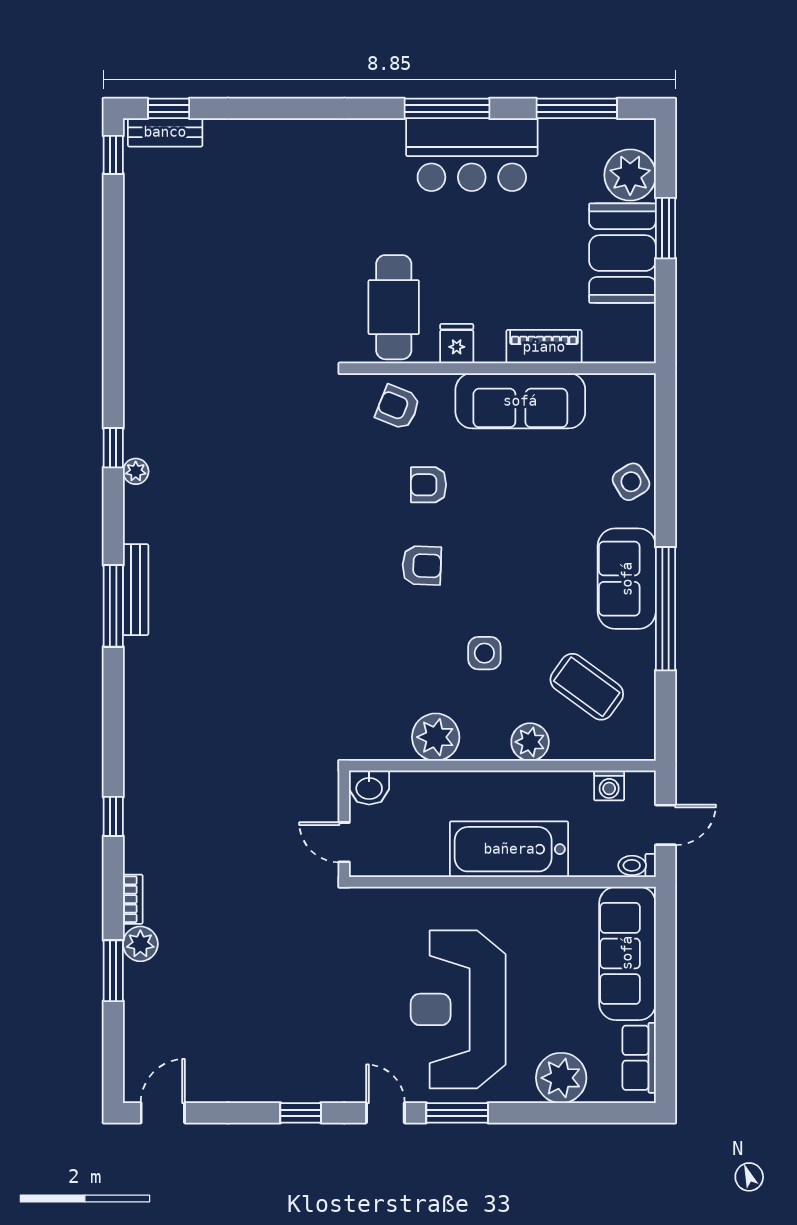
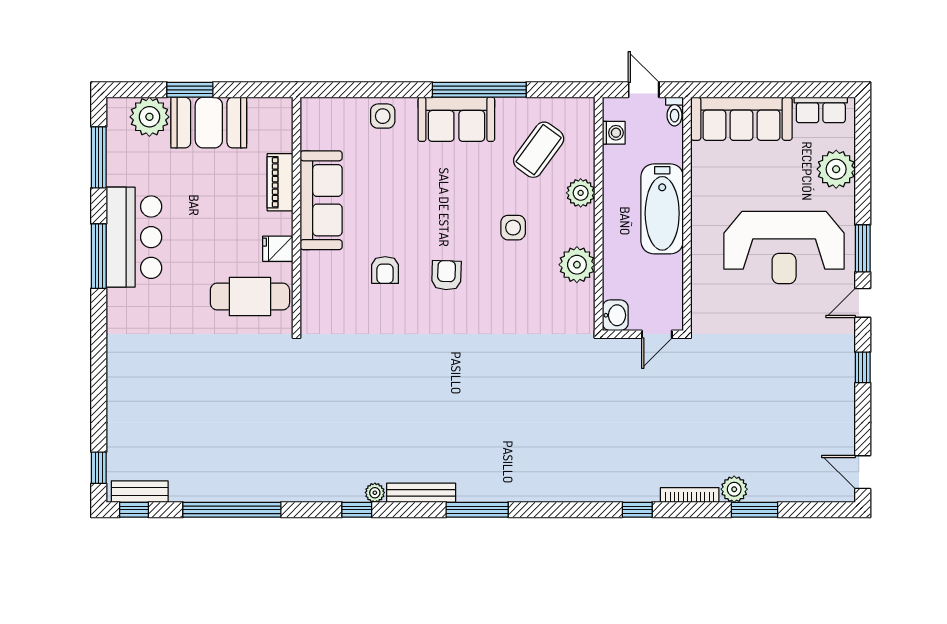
bench: (165, 132) -> (140, 492), moved, turned 90
window: (113, 283) -> (232, 510), added
armchair: (398, 407) -> (326, 293), removed
side table: (631, 482) -> (383, 116), turned 31
bench: (136, 590) -> (421, 493), moved
bookcase: (133, 899) -> (690, 495), width x1.56

